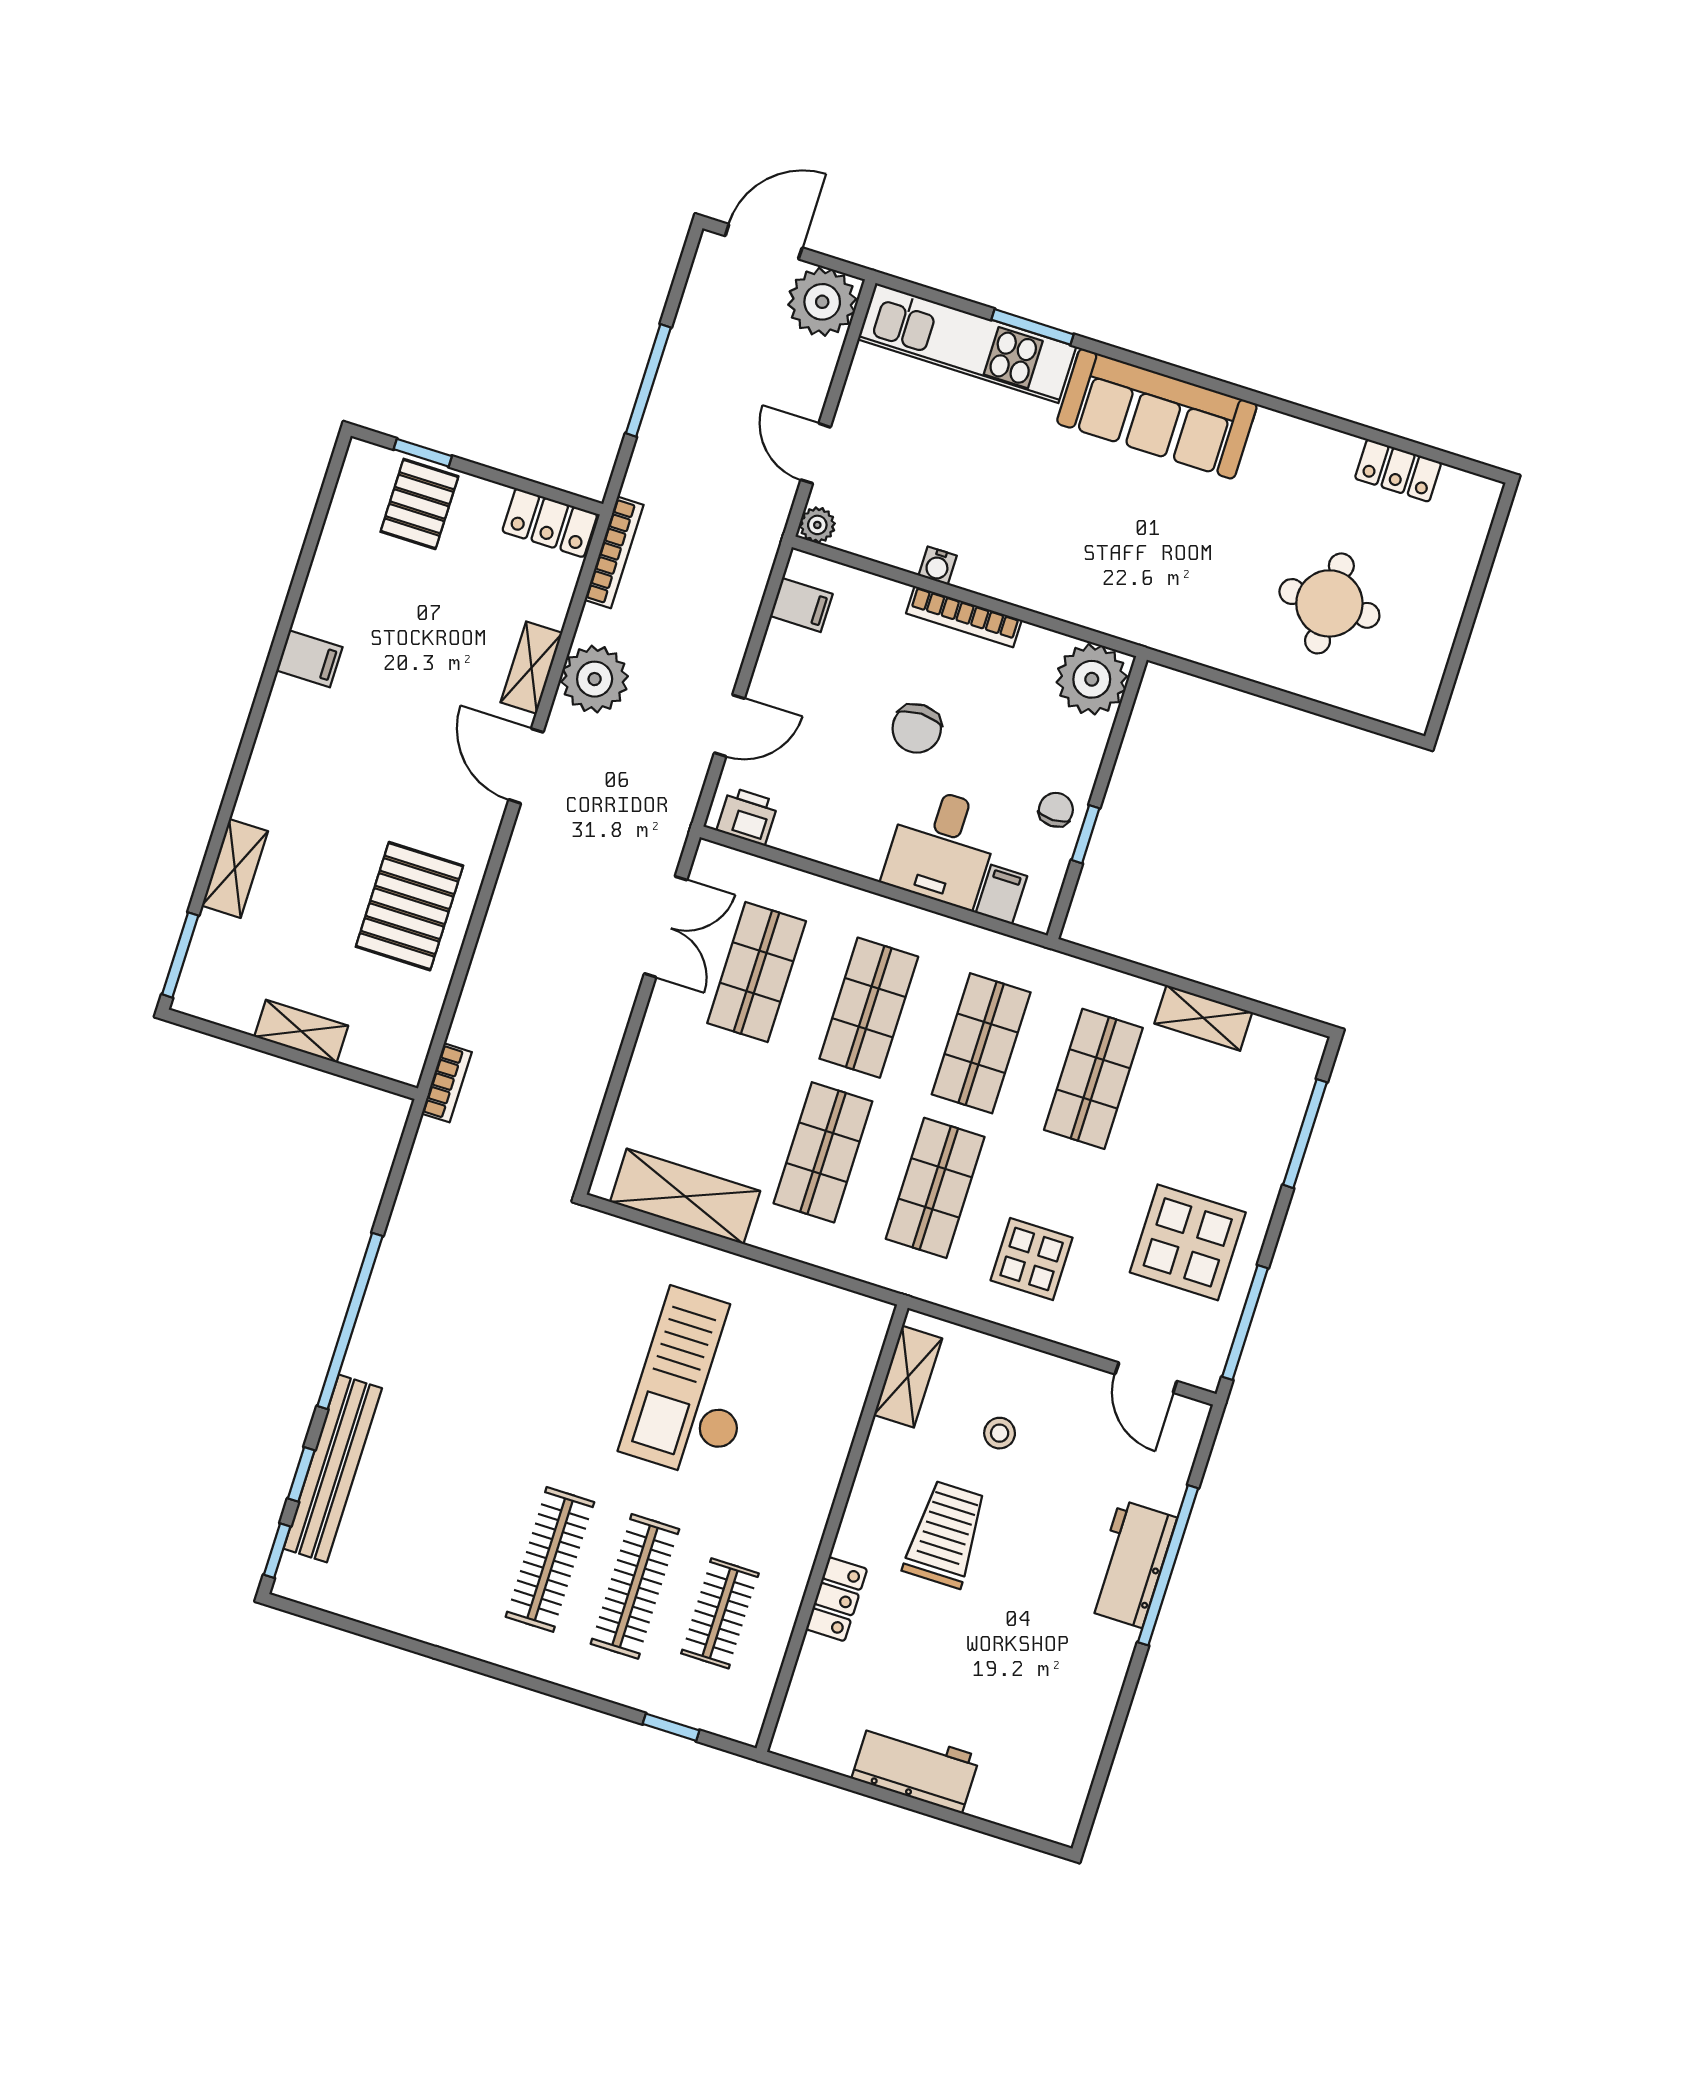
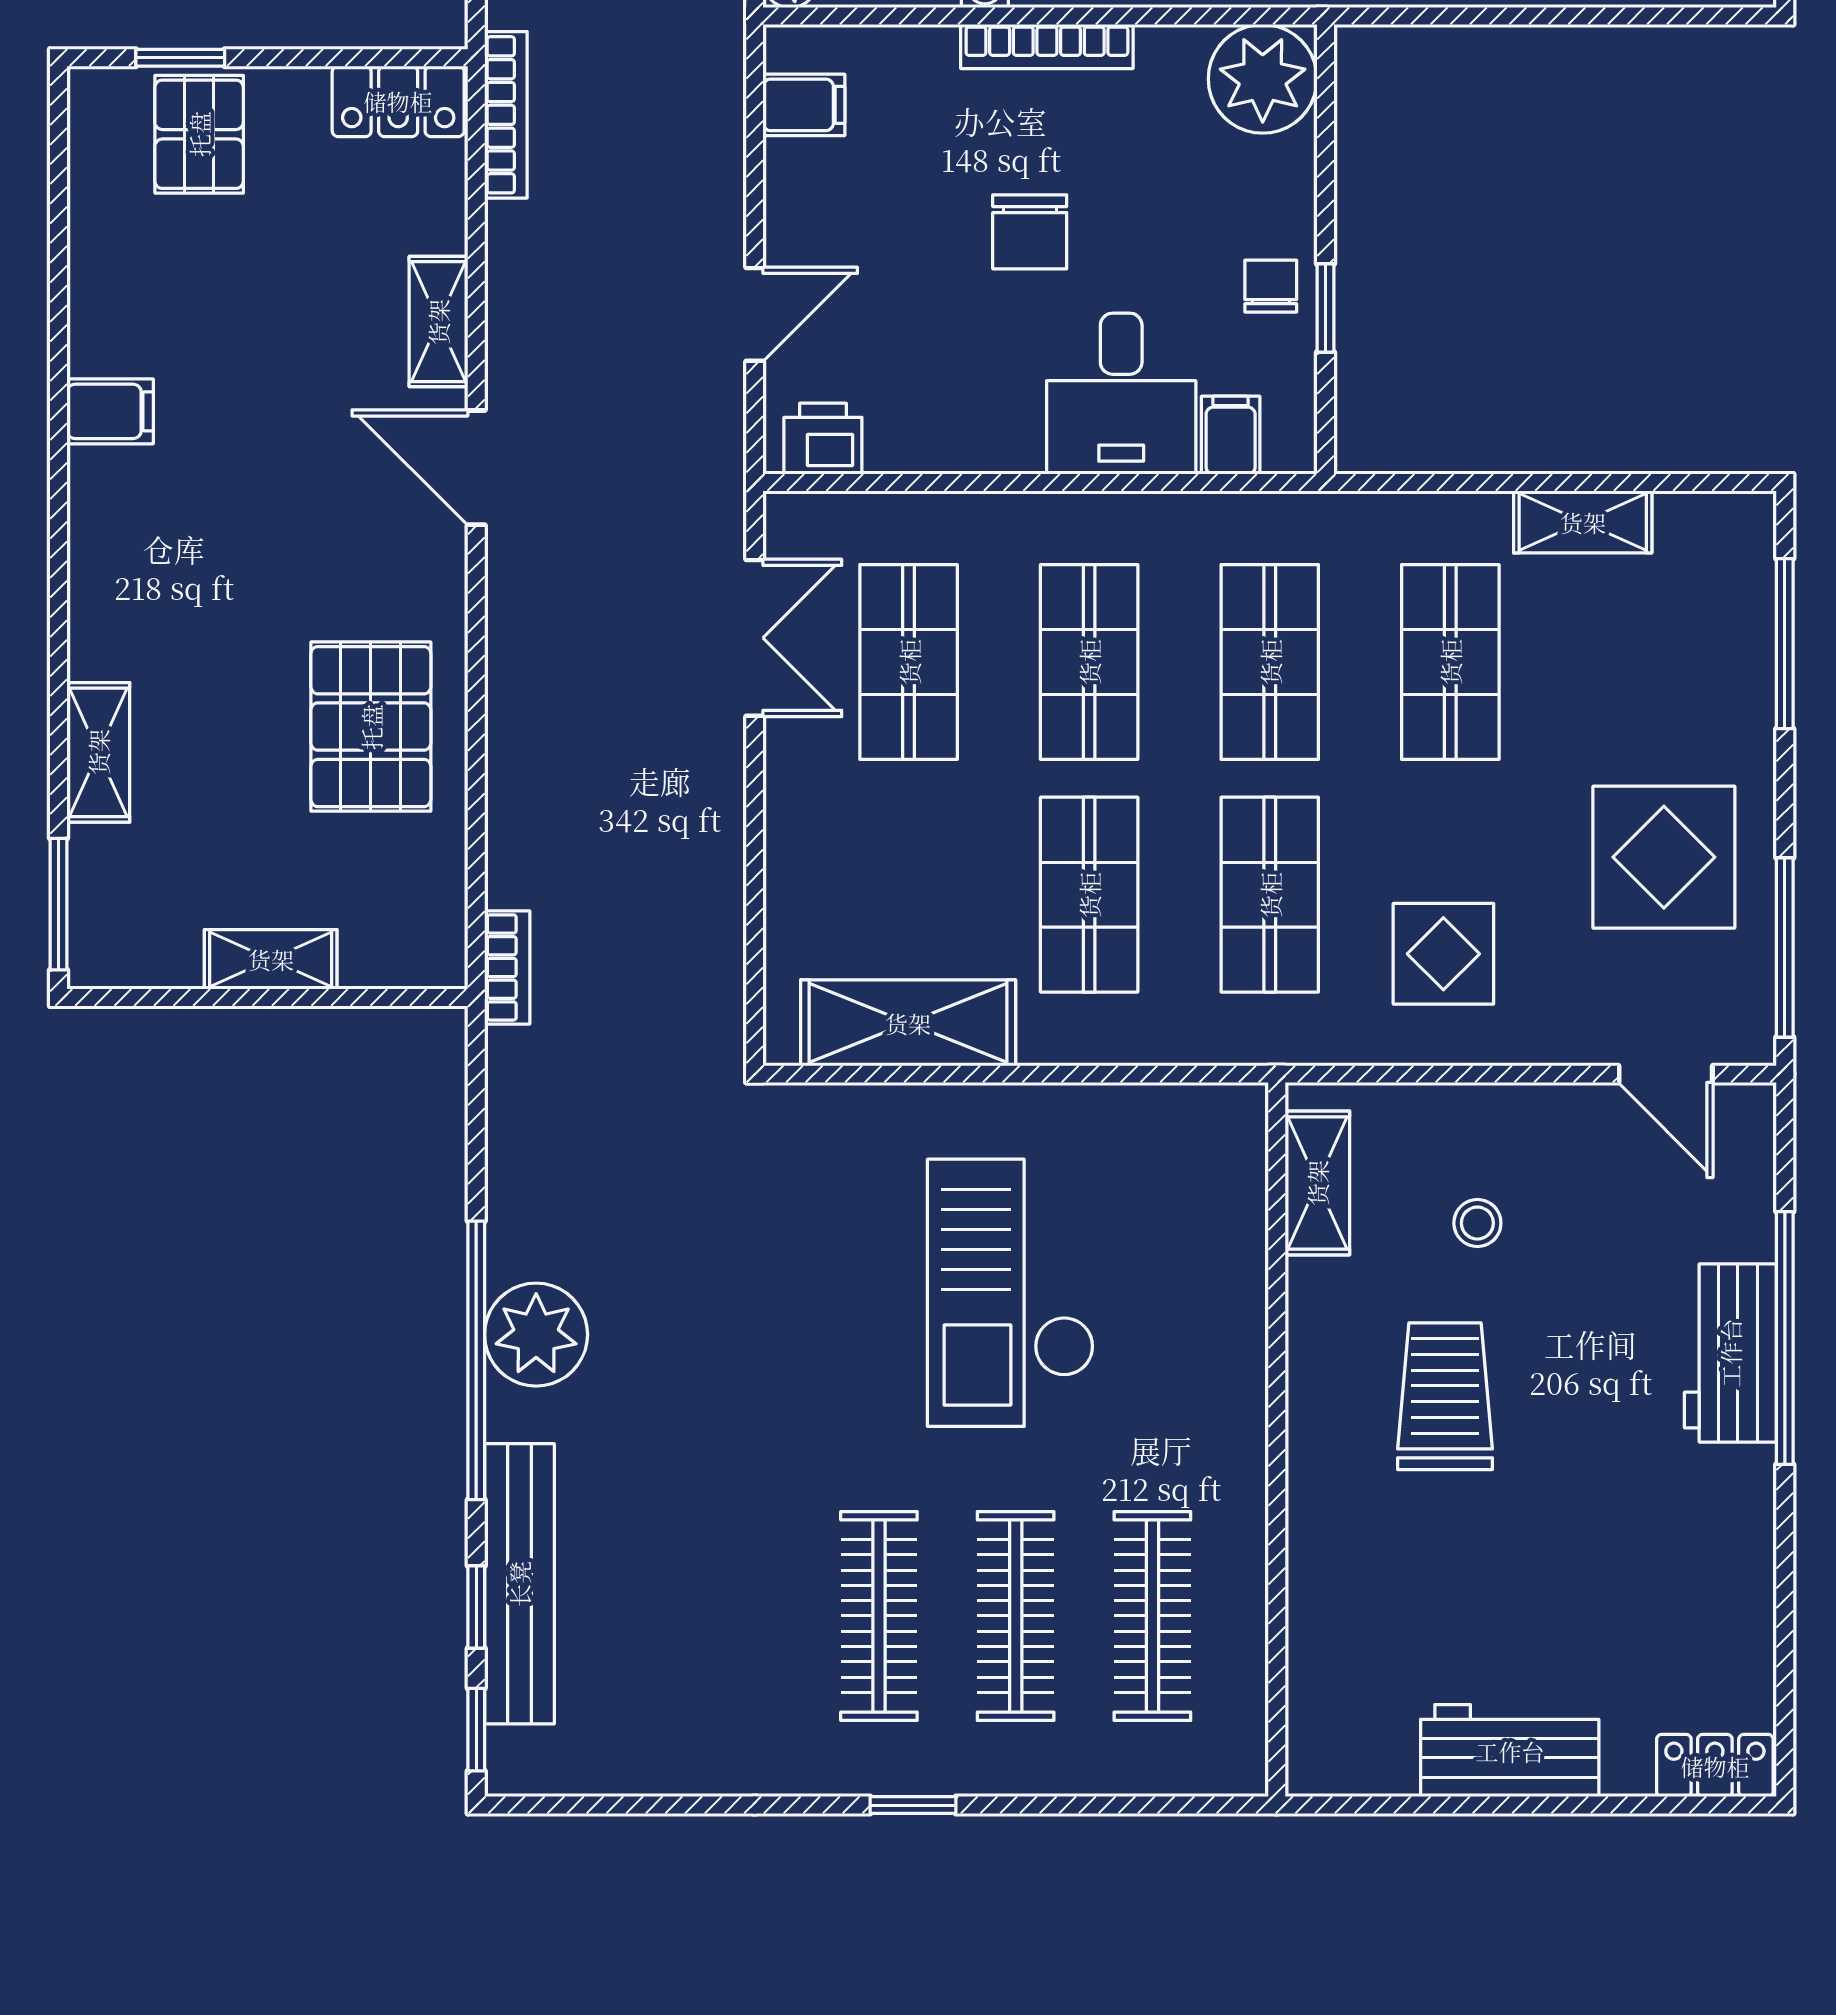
plant: (595, 679) -> (536, 1335), moved
locker: (837, 1599) -> (1715, 1766), moved, turned -90
clothes rail: (720, 1613) -> (1152, 1616), width x1.36
window: (671, 1727) -> (913, 1805), moved

